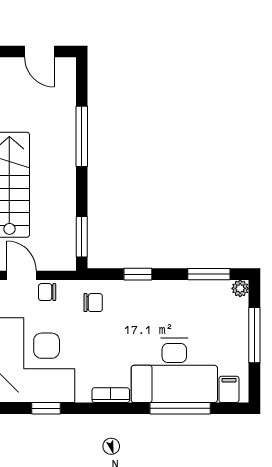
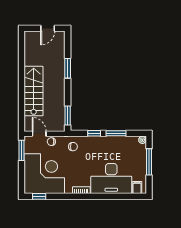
door: (39, 51) -> (48, 28), hinge flipped
window: (82, 136) -> (68, 68), width x0.69
window: (209, 274) -> (116, 133), moved
window: (46, 408) -> (39, 196), moved
window: (180, 408) -> (114, 196), removed

